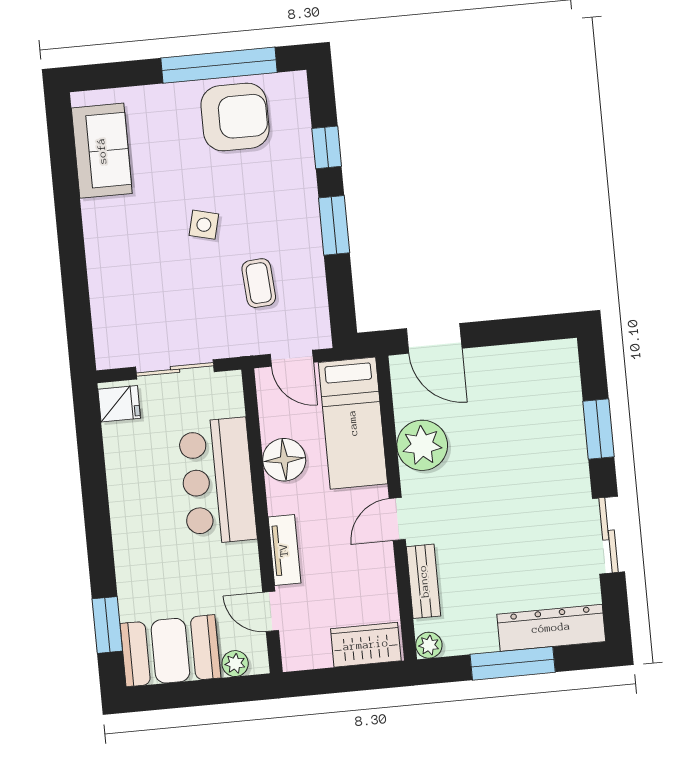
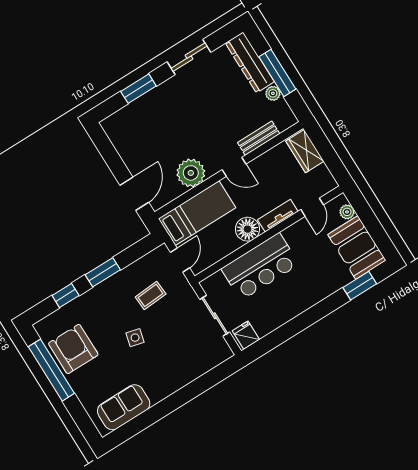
floor lamp: (284, 460) -> (247, 229), moved
plant: (429, 645) -> (273, 93), moved

